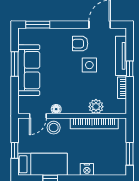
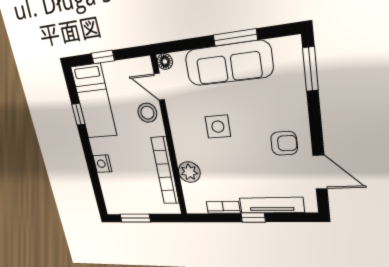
armchair: (80, 44) -> (284, 143), turned 90
side table: (89, 65) -> (218, 127), moved
floor lamp: (56, 109) -> (165, 62), moved

